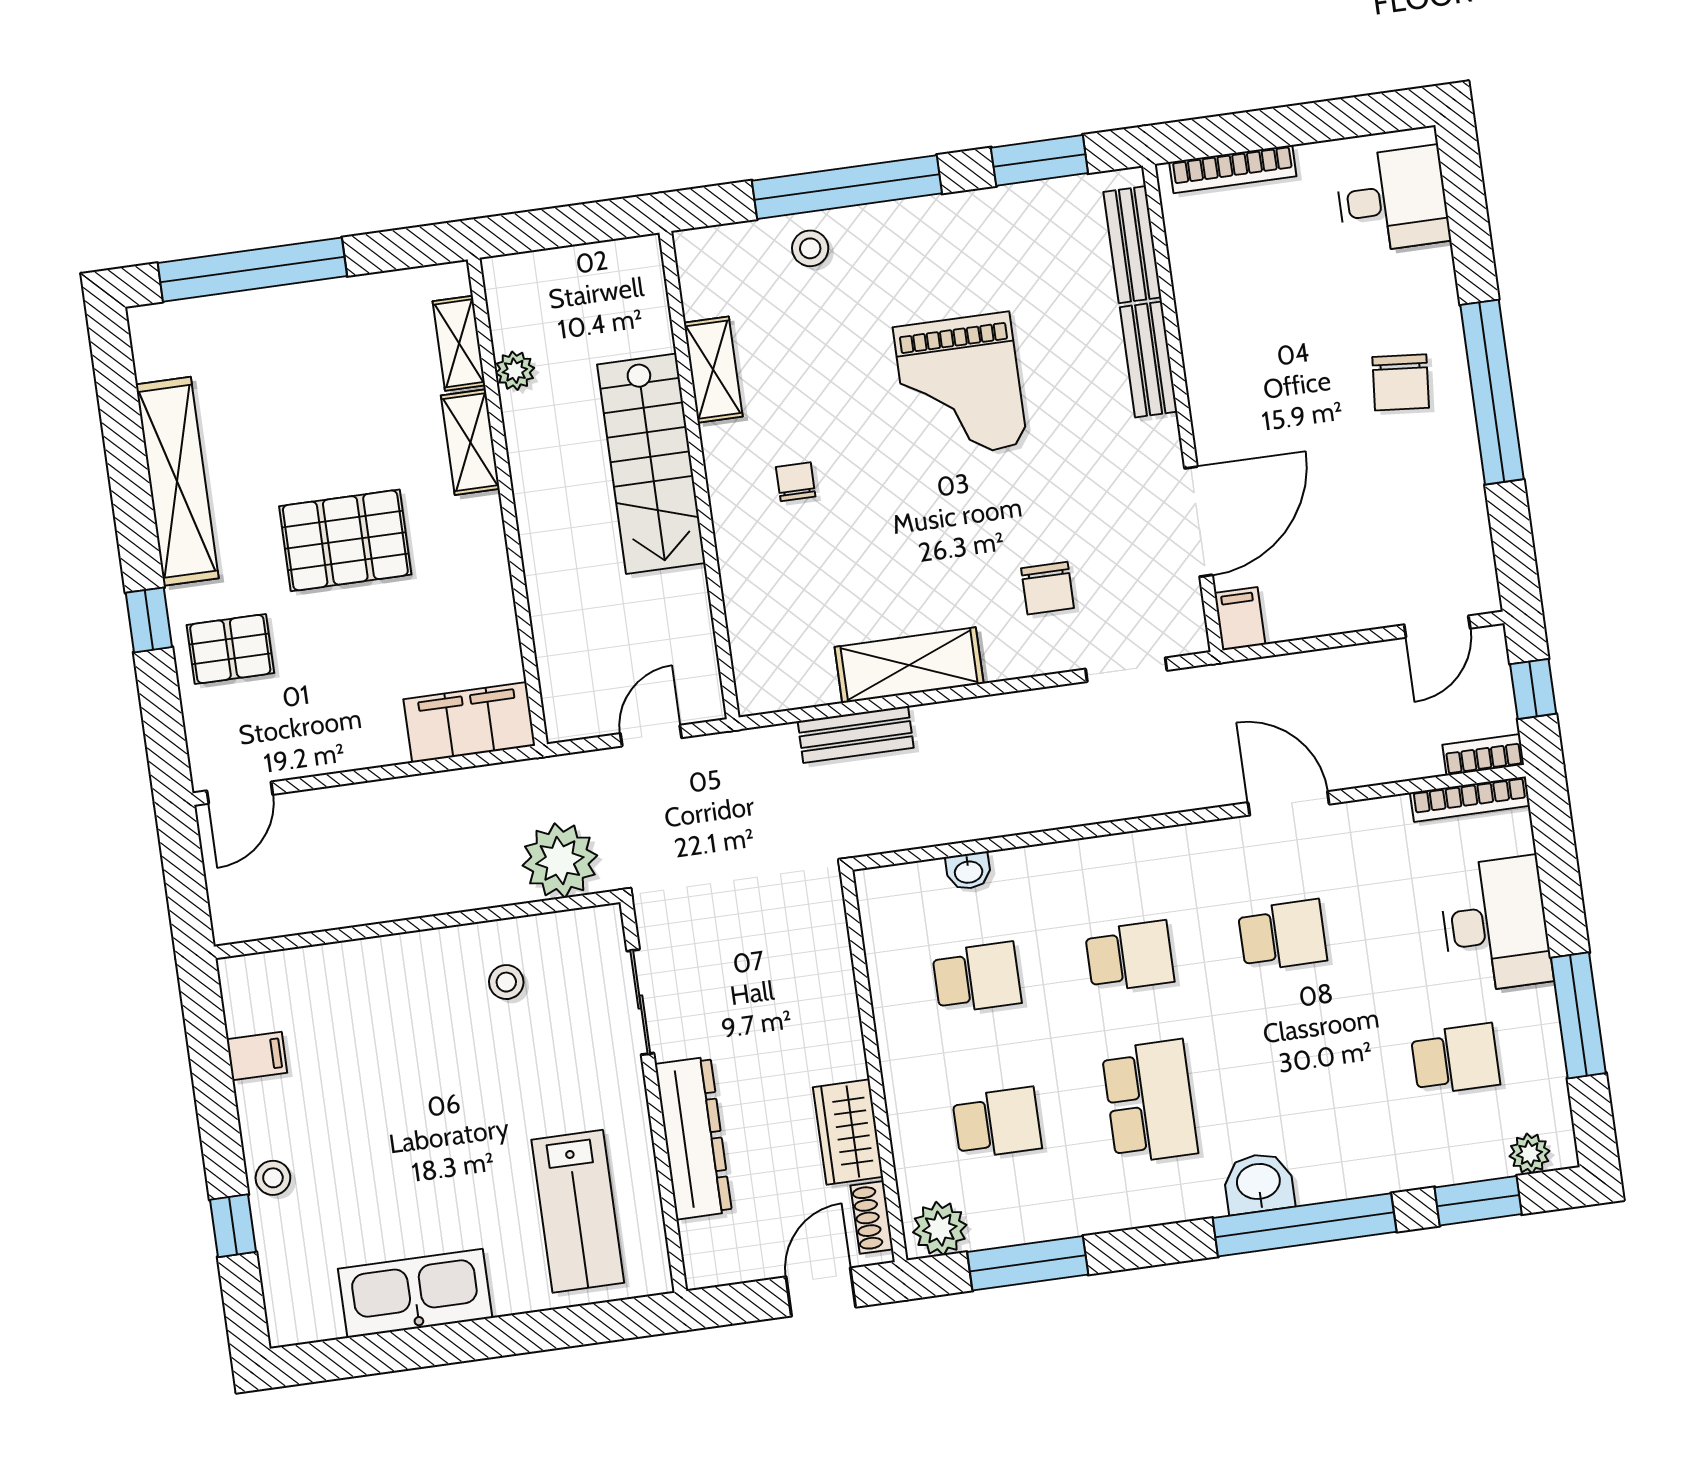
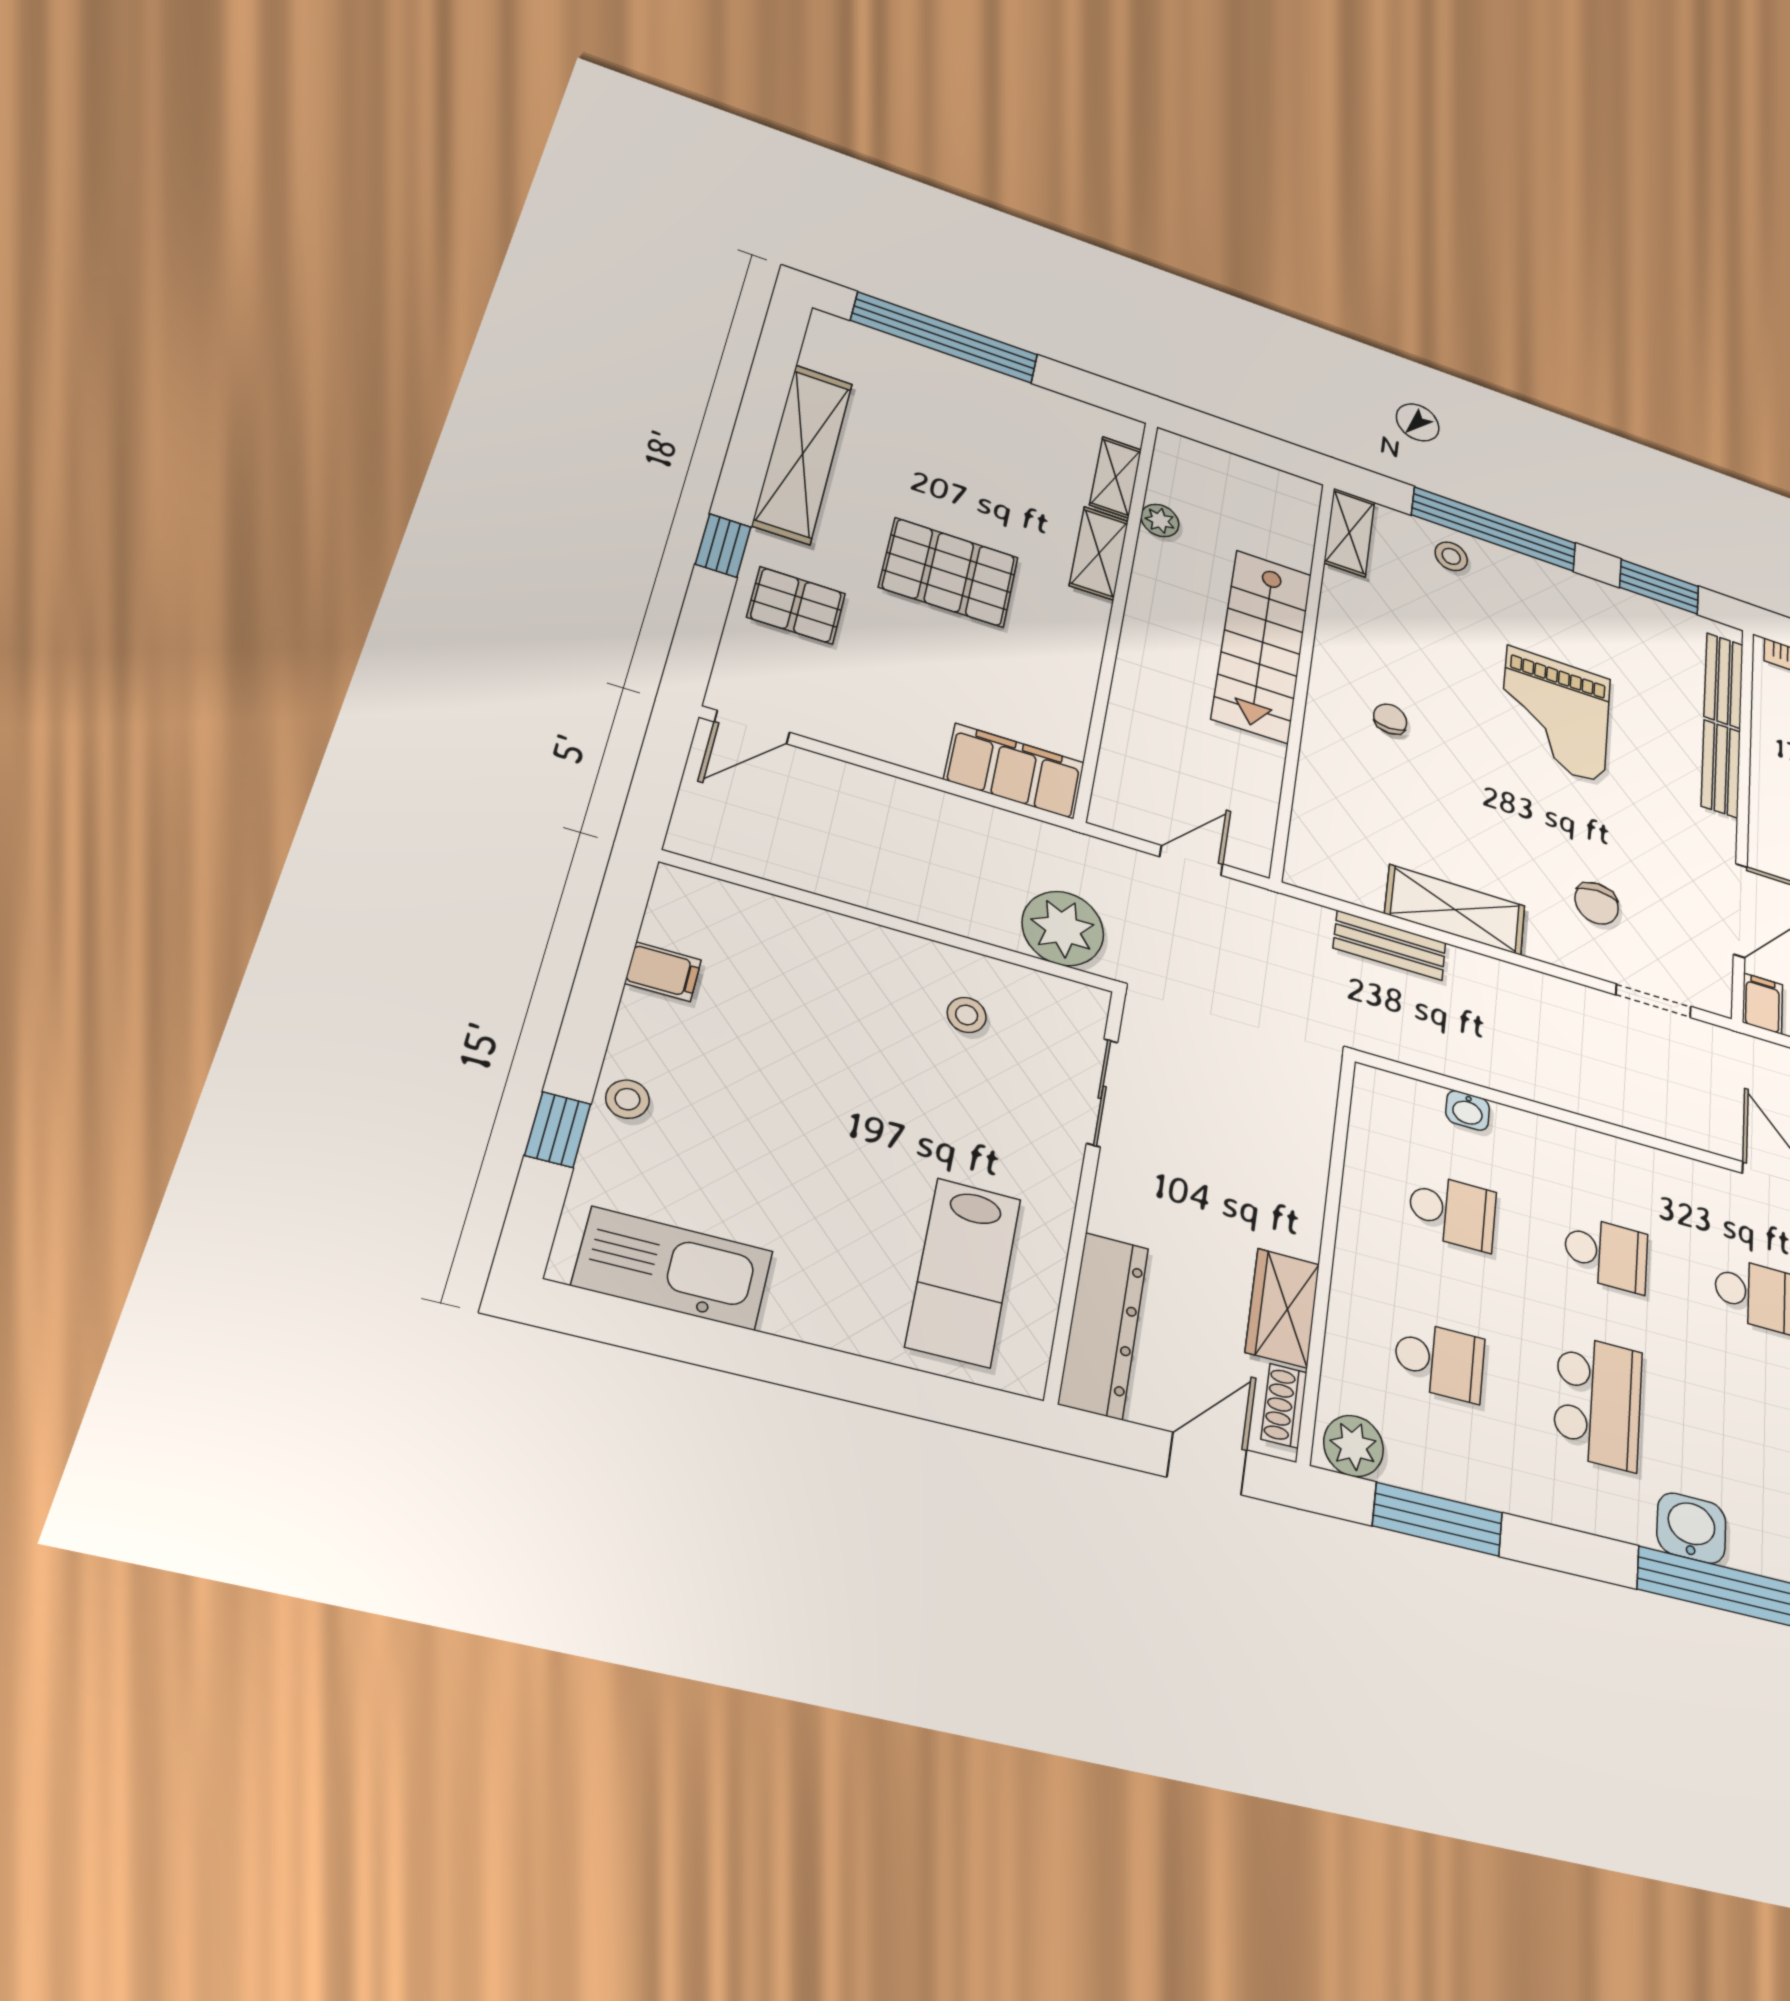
shelving: (713, 370) -> (1349, 532), moved
dresser: (693, 1138) -> (1104, 1325), moved
kitchen sink: (415, 1293) -> (673, 1268), moved

